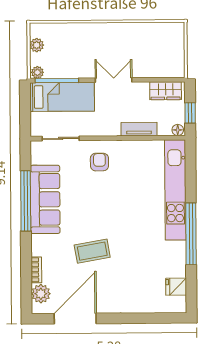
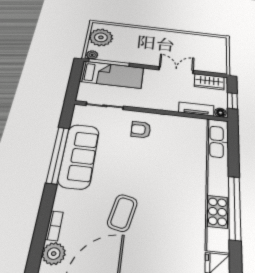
plant: (37, 45) -> (101, 37), width x1.88, depth x1.88
double door: (114, 80) -> (176, 70), moved
tv unit: (139, 129) -> (196, 109), moved
armchair: (99, 162) -> (141, 130), turned -90
kitchen unit: (175, 190) -> (218, 180), width x1.36
coffee table: (92, 251) -> (122, 213), turned -68

